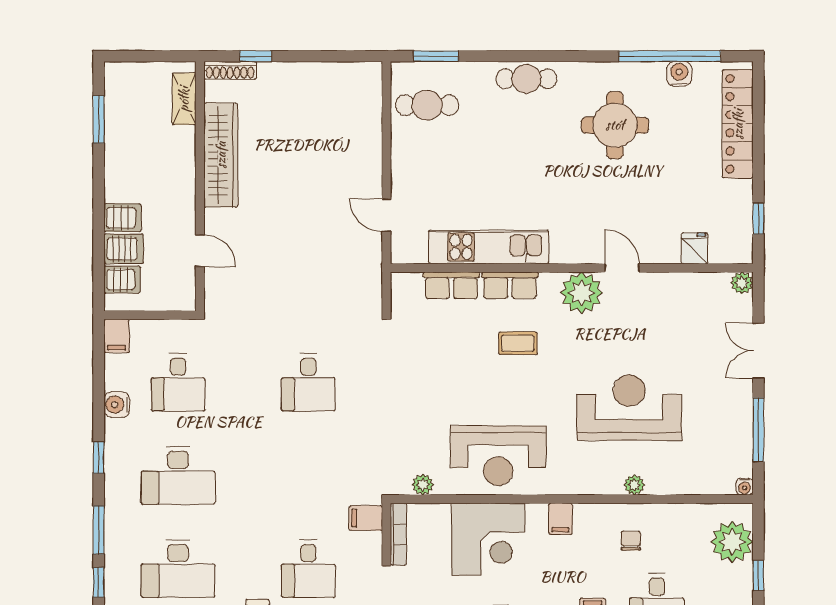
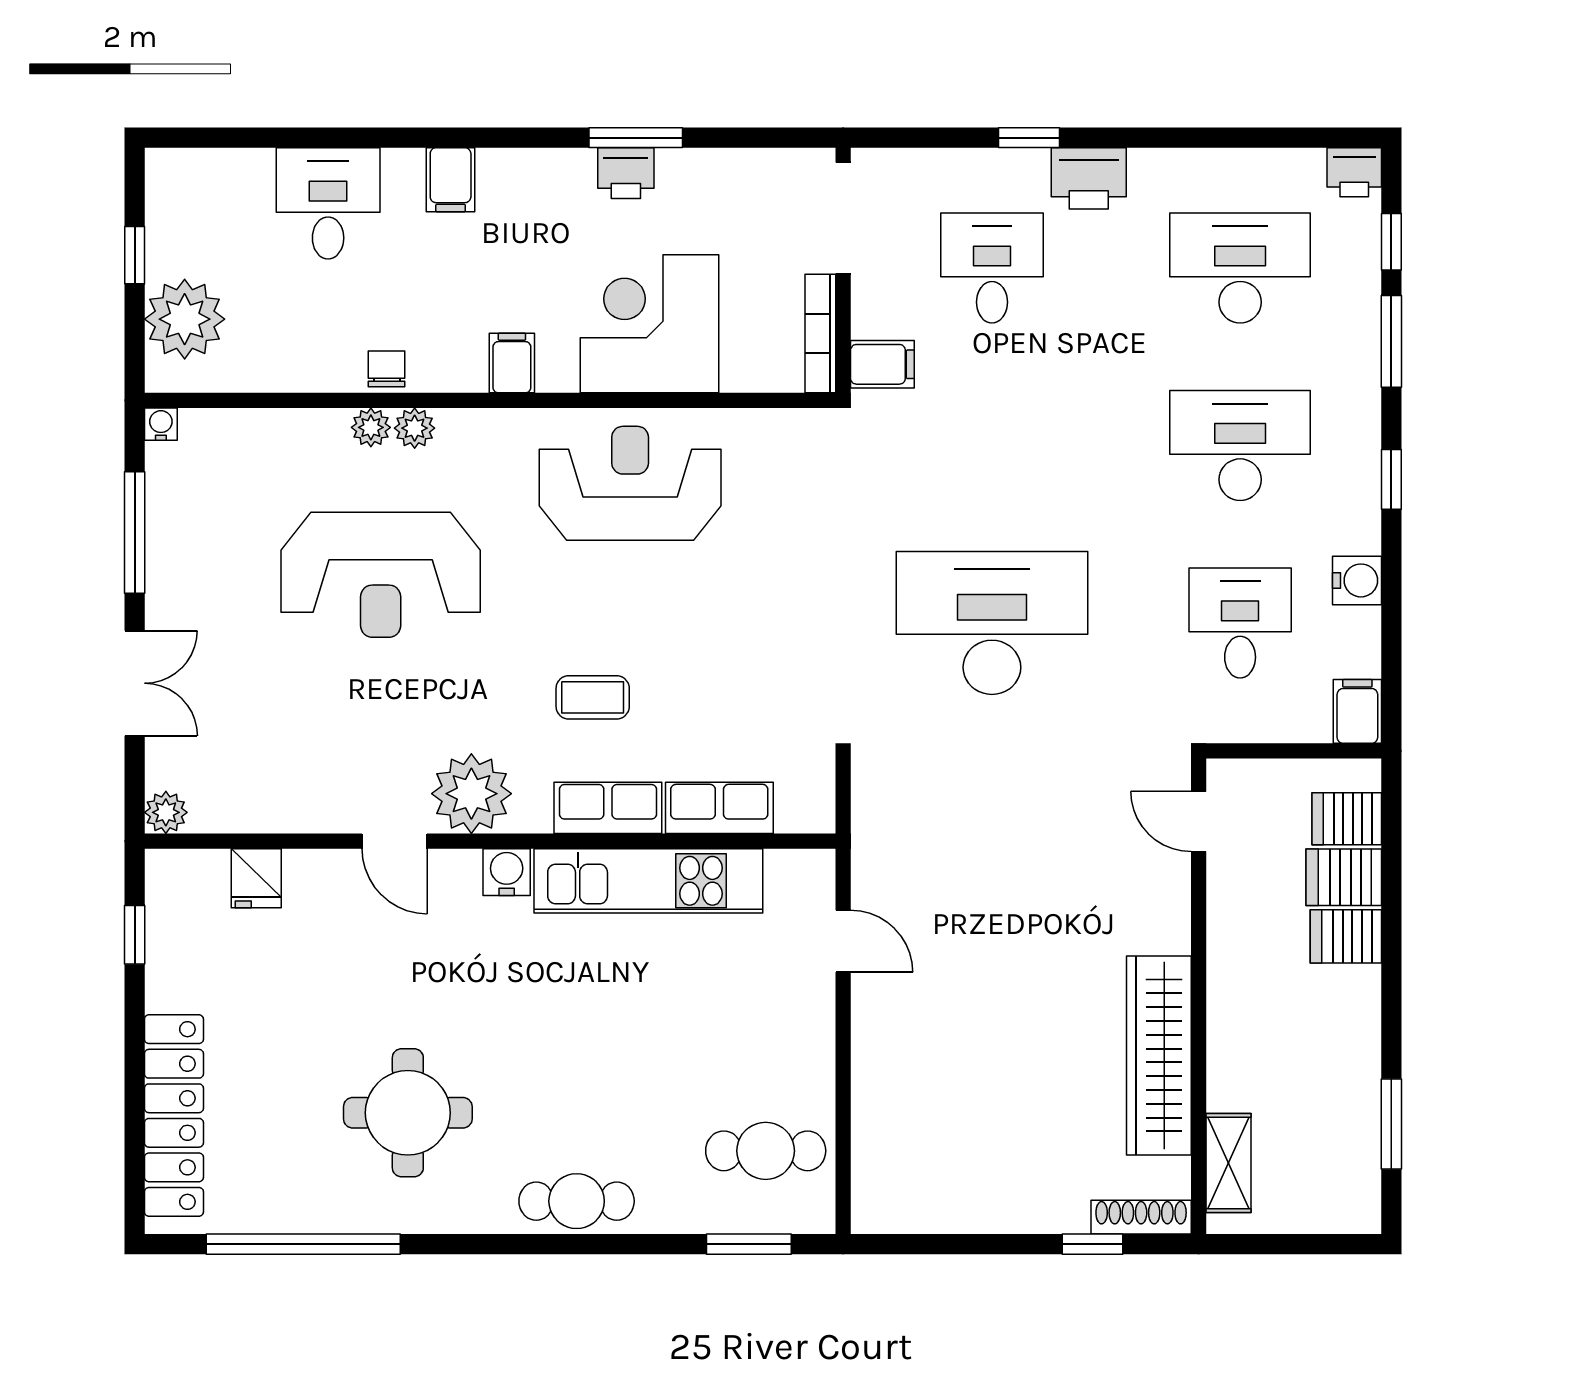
water cooler: (679, 74) -> (507, 872), moved, turned 180
door: (200, 251) -> (1199, 822), moved
desk: (308, 382) -> (992, 623), width x1.87, depth x1.30
plant: (423, 485) -> (415, 428), moved
chair: (631, 541) -> (387, 369), moved, turned 180

